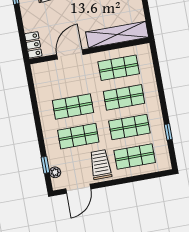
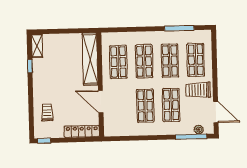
locker: (33, 45) -> (82, 131), width x1.53
window: (168, 132) -> (179, 28), width x2.17
window: (45, 165) -> (191, 137), width x2.17

